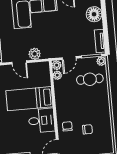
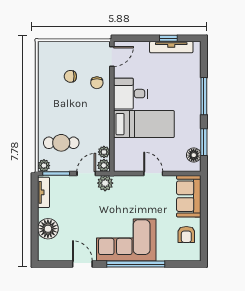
plant: (35, 54) -> (105, 183), moved

